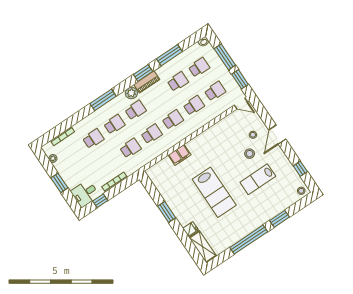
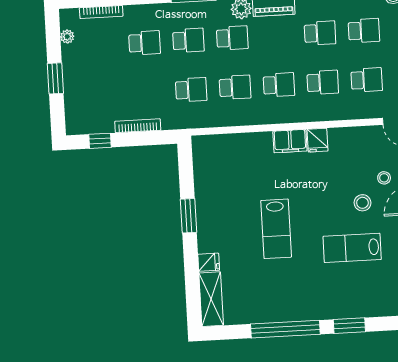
fridge: (208, 136) -> (318, 140), added
filing cabinet: (180, 155) -> (290, 141), moved
lab bench: (214, 192) -> (276, 229), width x0.73, depth x0.72
desk: (85, 193) -> (84, 117), removed

